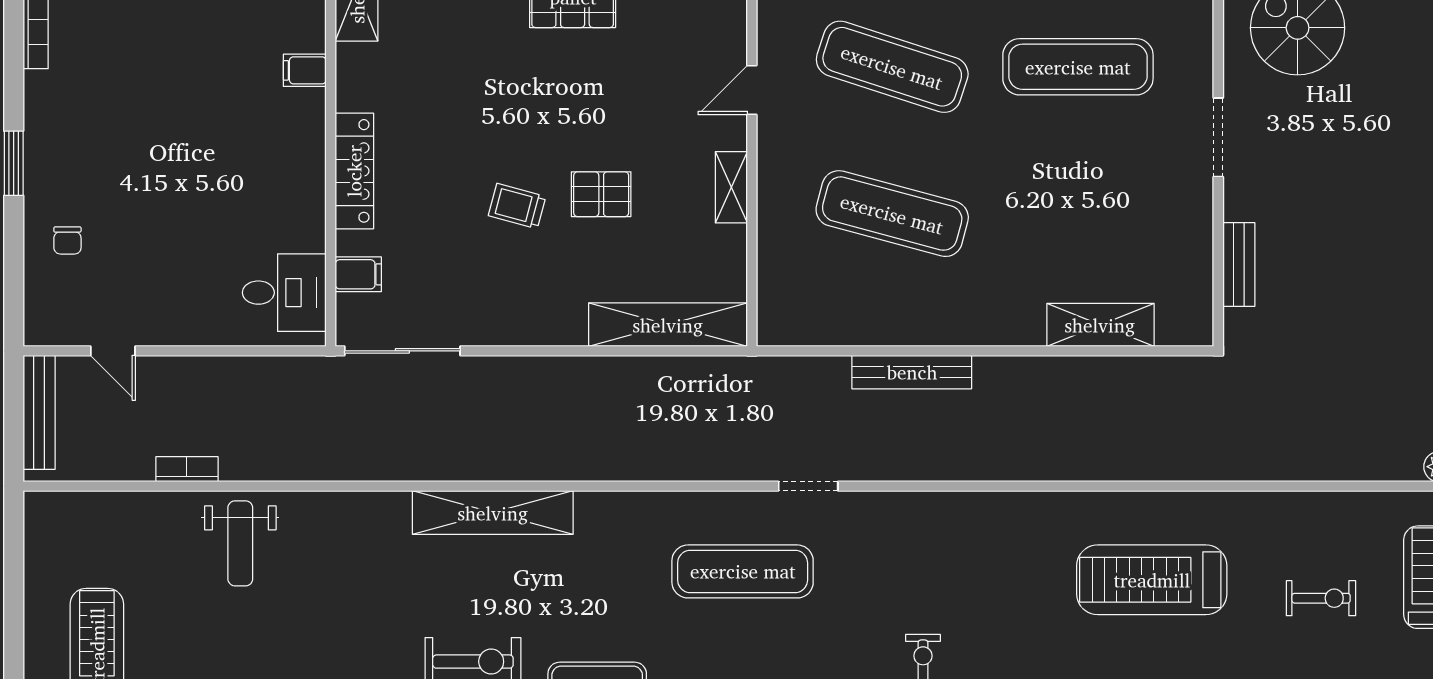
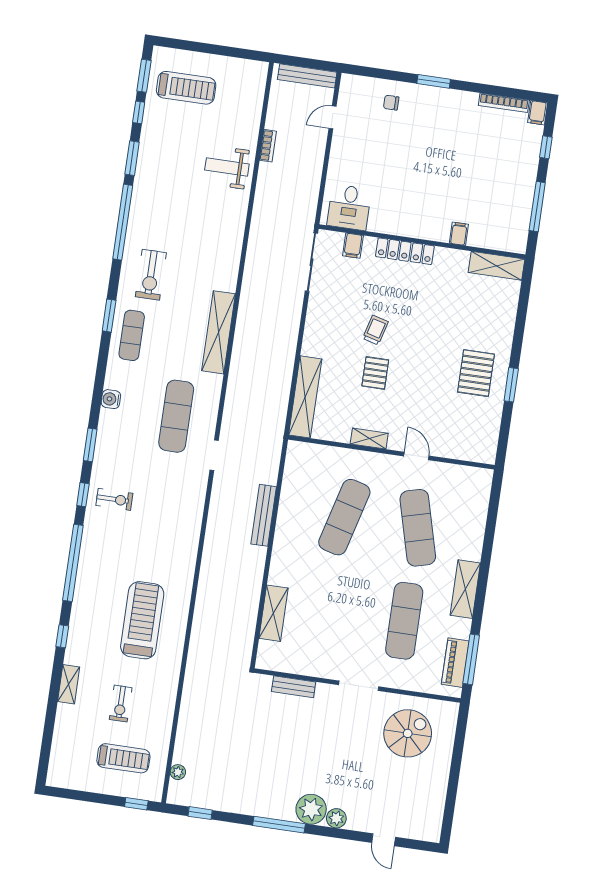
exercise mat: (892, 67) -> (418, 528), turned -33
shelving: (493, 513) -> (219, 332), moved

